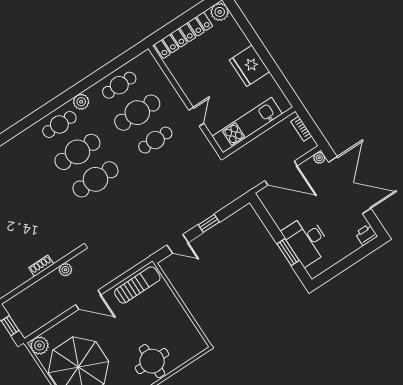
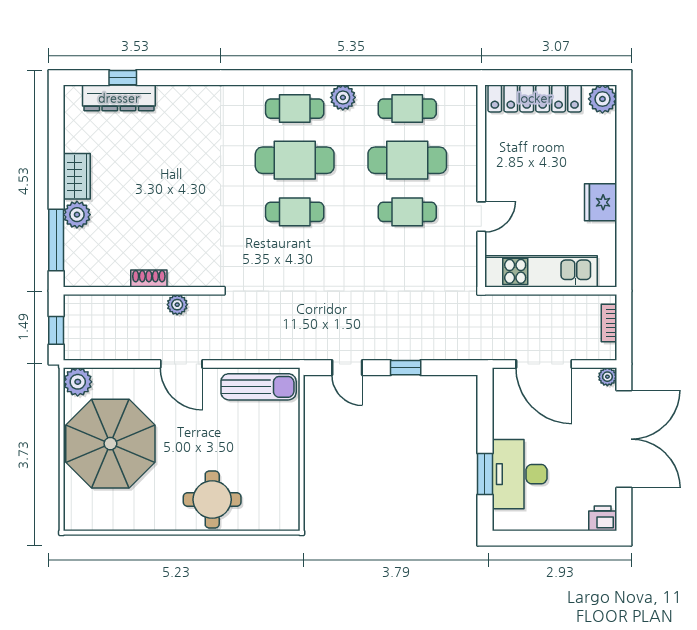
fridge: (249, 66) -> (601, 202), width x0.73, depth x0.75
cafe table: (95, 179) -> (295, 212), width x0.73, depth x0.74

